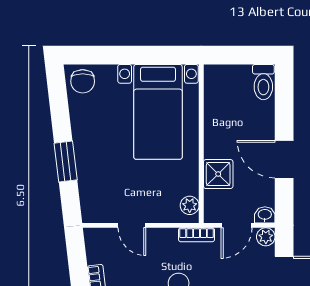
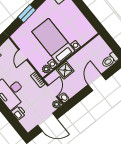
bed with nightstands: (158, 112) -> (53, 41), moved, turned 90
door: (284, 159) -> (97, 82), moved
door: (236, 225) -> (52, 91), swing flipped

